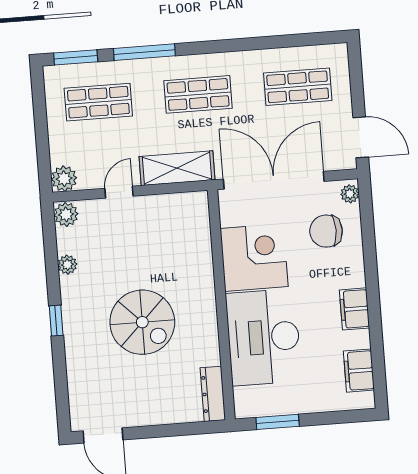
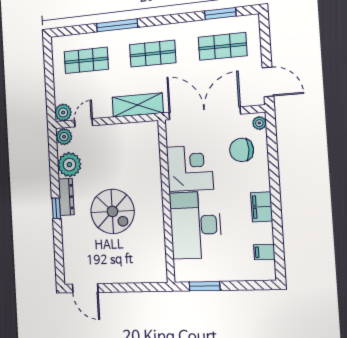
window: (76, 57) -> (220, 14), moved
door: (119, 192) -> (84, 123), moved
plant: (67, 265) -> (69, 165), width x1.87, depth x1.87
filing cabinet: (359, 371) -> (264, 252), width x0.50
dresser: (213, 394) -> (66, 197), moved, turned 180

